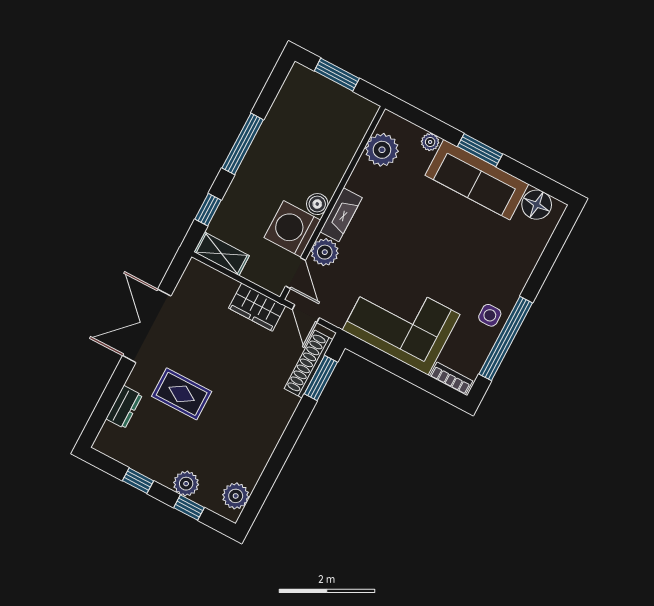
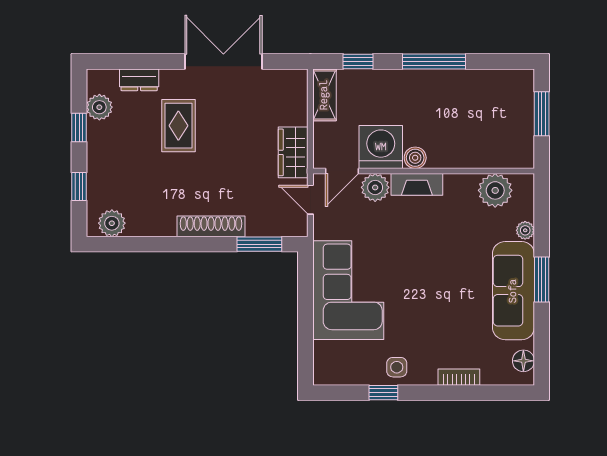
floor lamp: (537, 205) -> (523, 361), width x0.73, depth x0.73
door: (306, 314) -> (310, 200), hinge flipped
window: (506, 338) -> (383, 393), width x0.32
shoe rack: (309, 364) -> (211, 226), moved
bookcase: (451, 379) -> (459, 377), moved, turned -90
plant: (186, 484) -> (99, 107), moved

